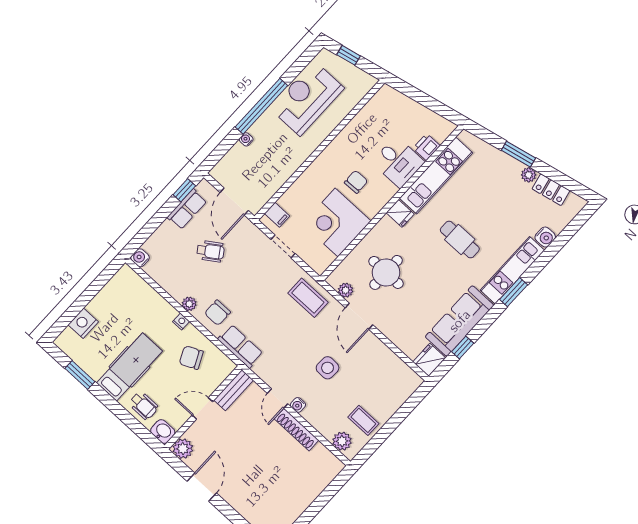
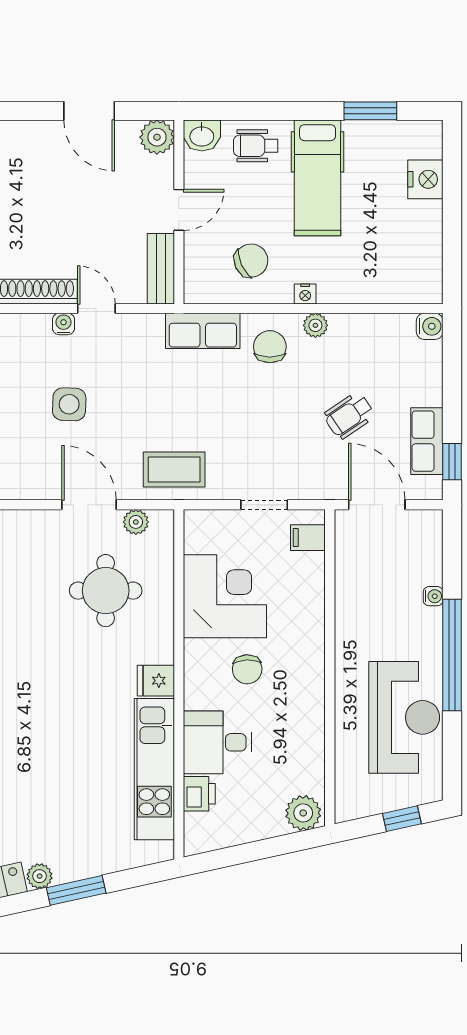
plant: (389, 97) -> (303, 813), added
cafe table: (460, 239) -> (51, 716), removed

